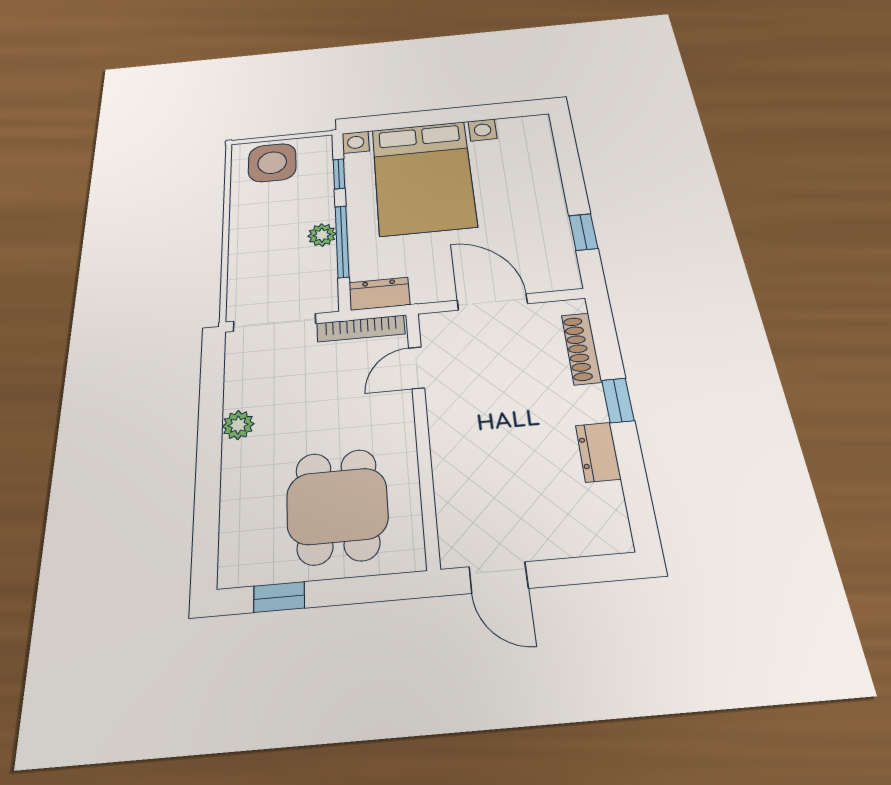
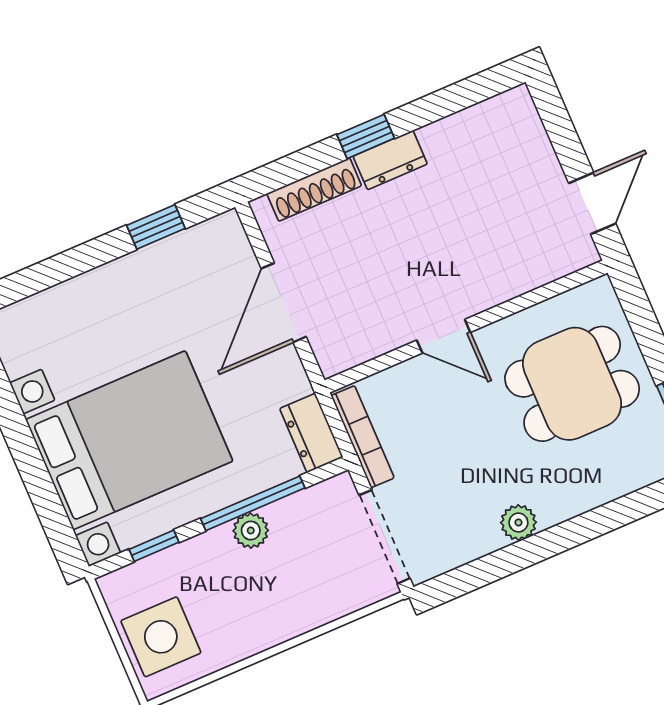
door: (417, 368) -> (444, 336), moved
dresser: (598, 452) -> (390, 160), moved

